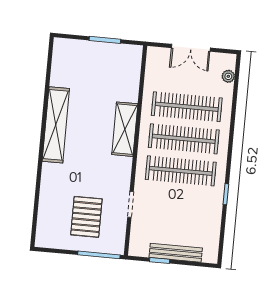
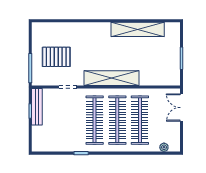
double door: (191, 48) -> (182, 108), moved
shelving: (56, 125) -> (138, 29), moved
shelving: (125, 129) -> (111, 78), width x1.47
bench: (176, 253) -> (37, 107), moved

